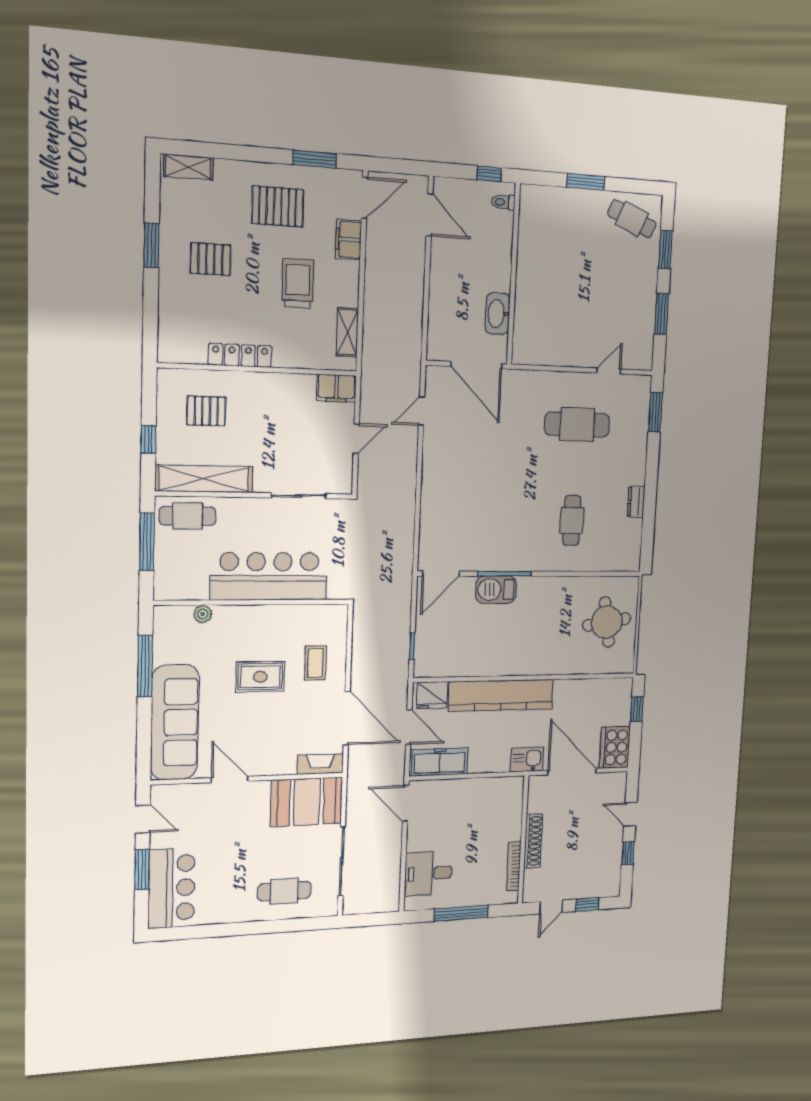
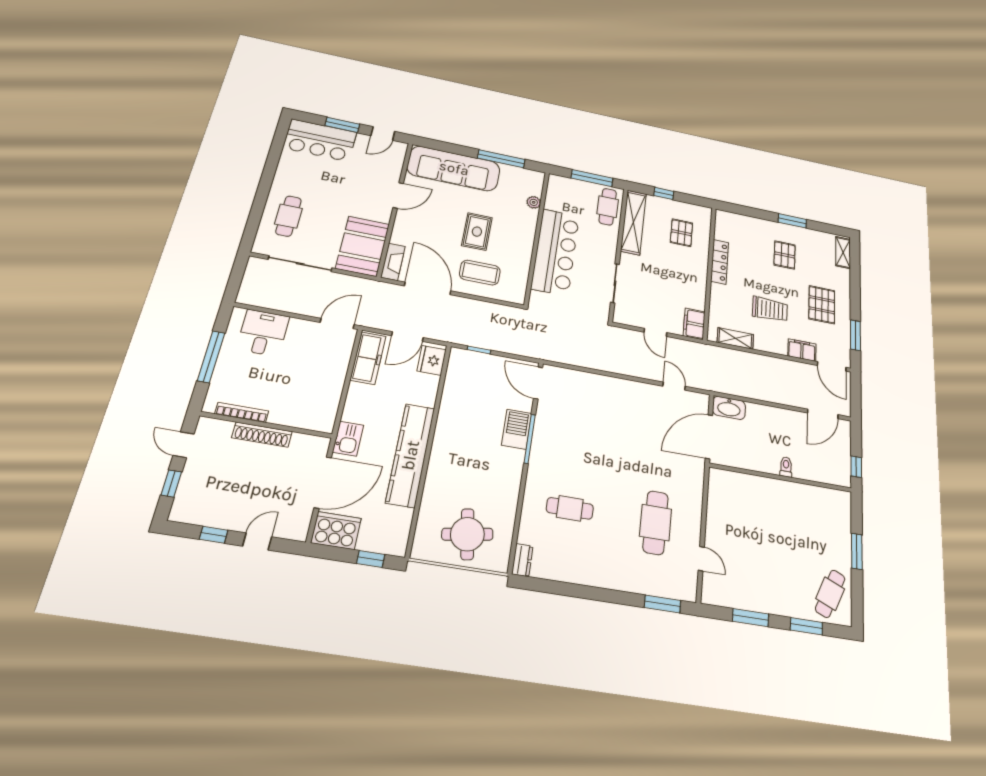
toilet: (503, 202) -> (786, 467), moved
washbasin: (498, 314) -> (729, 408), moved, turned 180
dresser: (636, 502) -> (522, 560), moved, turned 90
coffee table: (315, 663) -> (480, 273), width x1.36, depth x1.30
kitchen counter: (501, 695) -> (410, 455), moved
door: (347, 718) -> (428, 288), swing flipped

